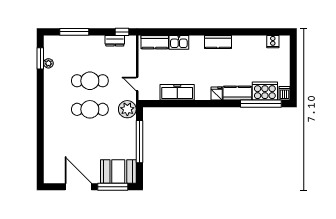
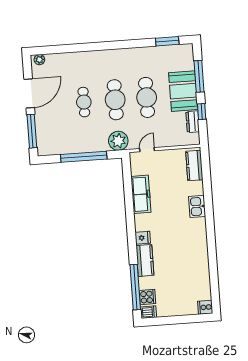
window: (122, 32) -> (202, 112), moved
kitchen sink: (179, 42) -> (197, 206), moved
kitchen counter: (218, 42) -> (200, 235), removed
cooker: (273, 42) -> (205, 307), moved
plant: (48, 63) -> (39, 60), moved
cooker: (265, 91) -> (147, 297), width x0.53, depth x0.76
cafe table: (90, 138) -> (84, 102), added
booth: (118, 172) -> (183, 91), moved

